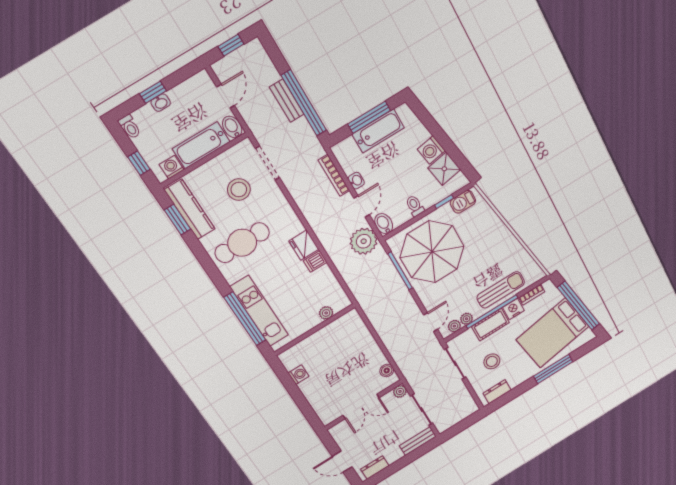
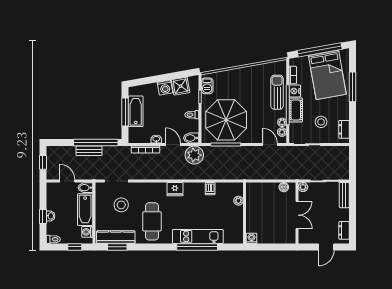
dishwasher: (315, 261) -> (210, 189), moved
plant: (326, 313) -> (238, 201), moved
wall: (315, 330) -> (244, 213), moved

